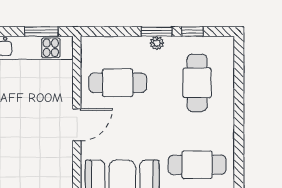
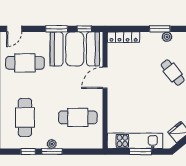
window: (41, 32) -> (140, 152), moved
door: (77, 125) -> (105, 78), moved

